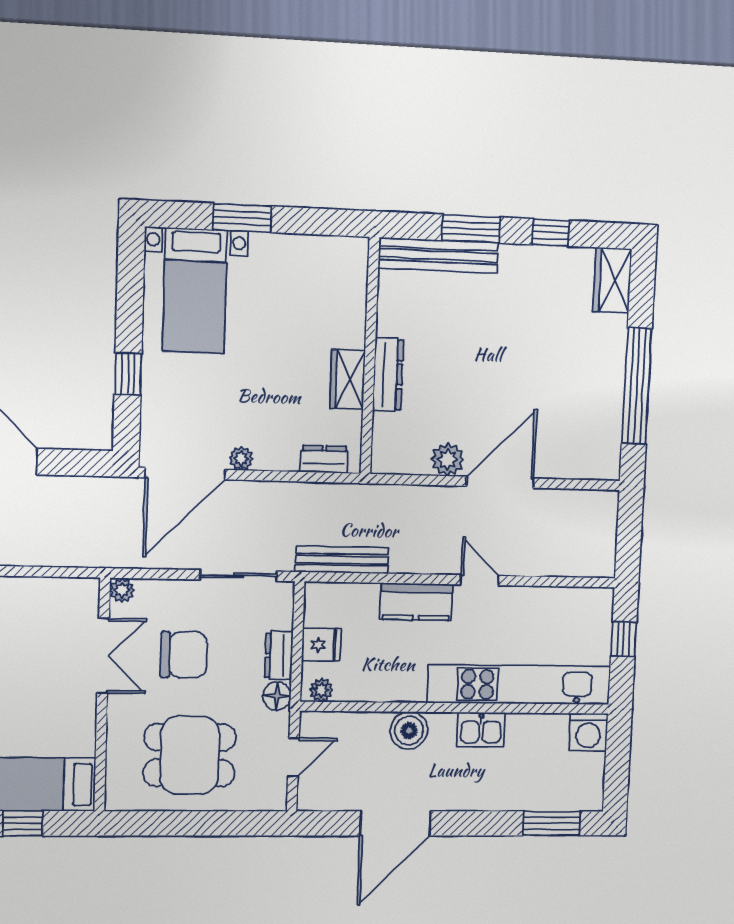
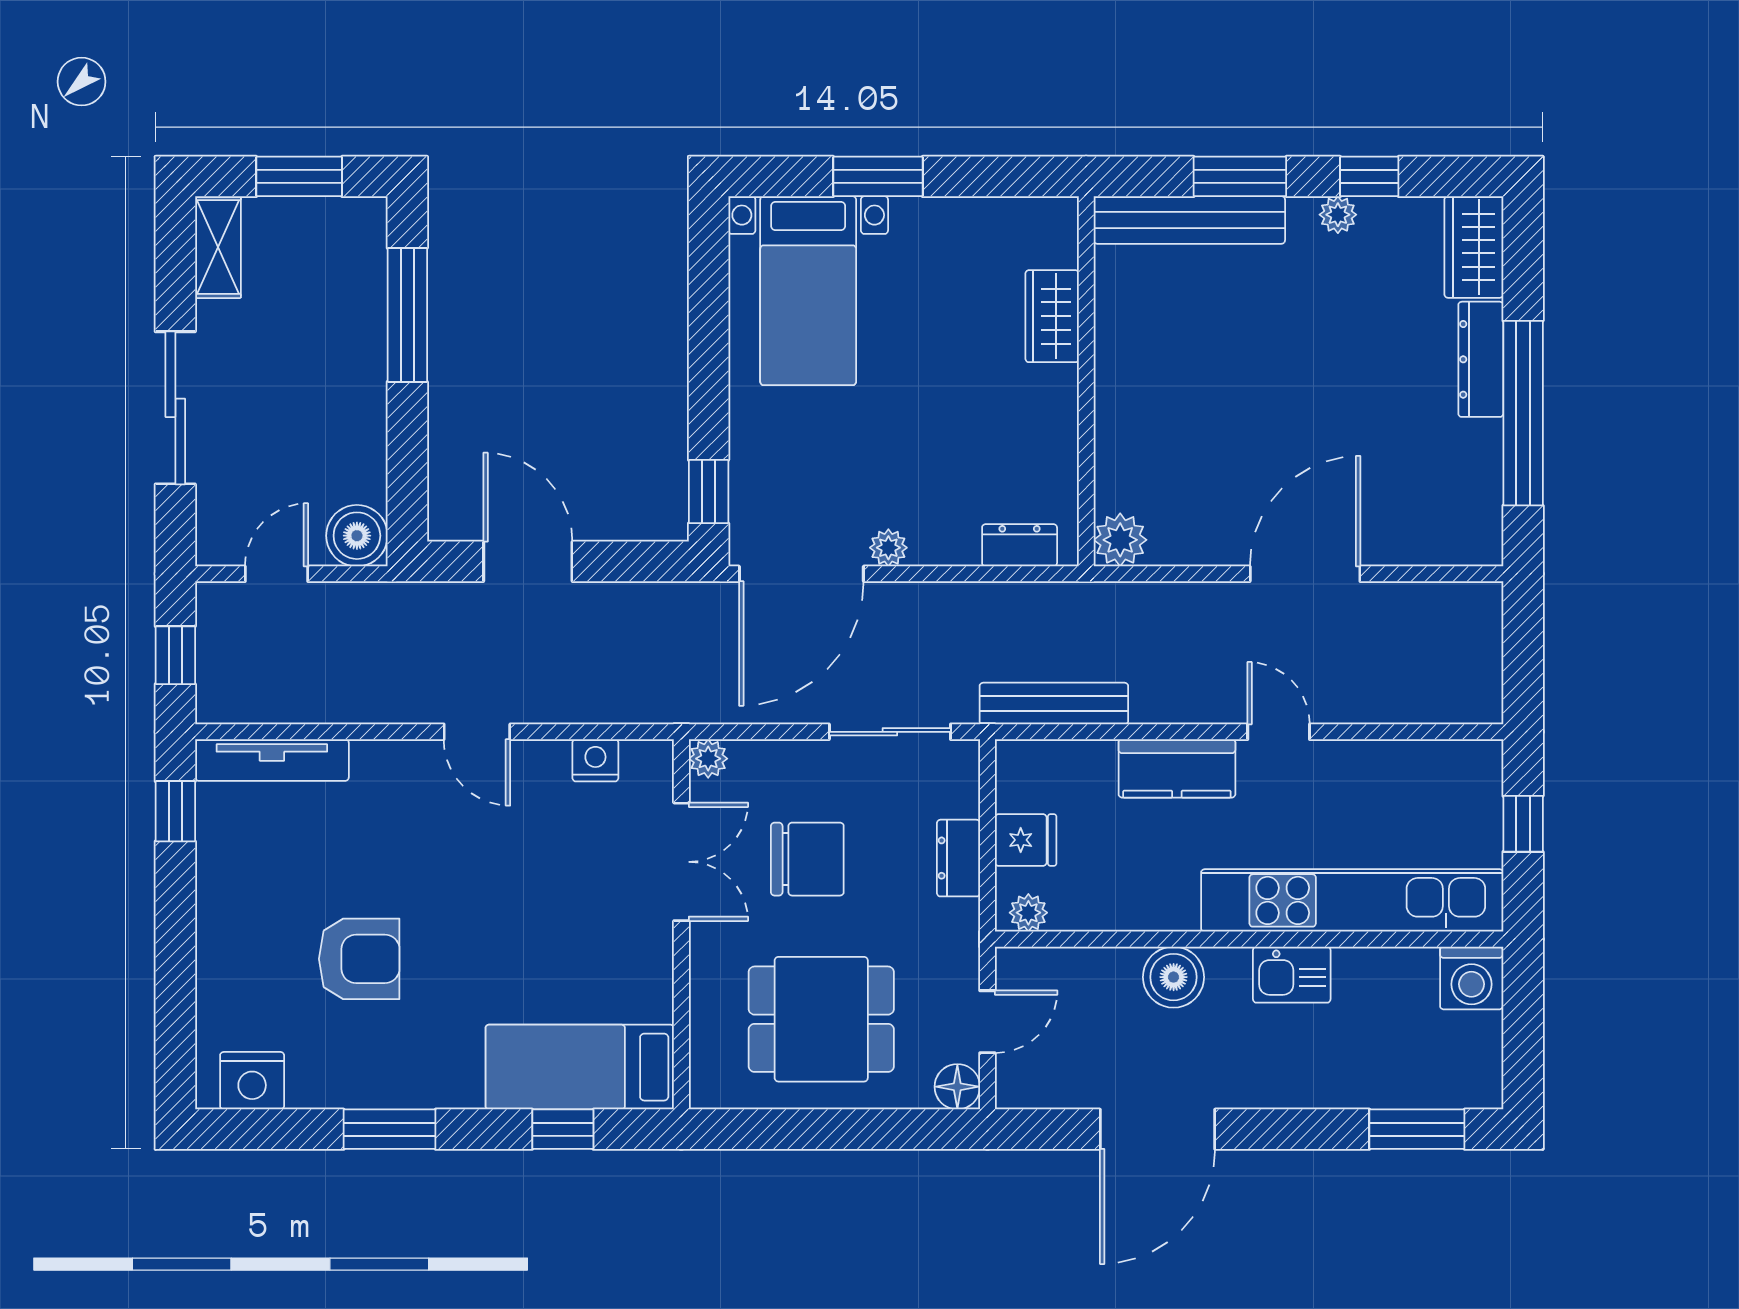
plant: (530, 256) -> (1338, 215), added
window: (128, 374) -> (709, 492), moved
dresser: (388, 375) -> (1481, 359), moved, turned 180
wardrobe: (348, 379) -> (1052, 316), moved
plant: (448, 459) -> (1120, 540), moved
nightstand: (49, 590) -> (595, 760), added
floor lamp: (277, 696) -> (957, 1087), moved

